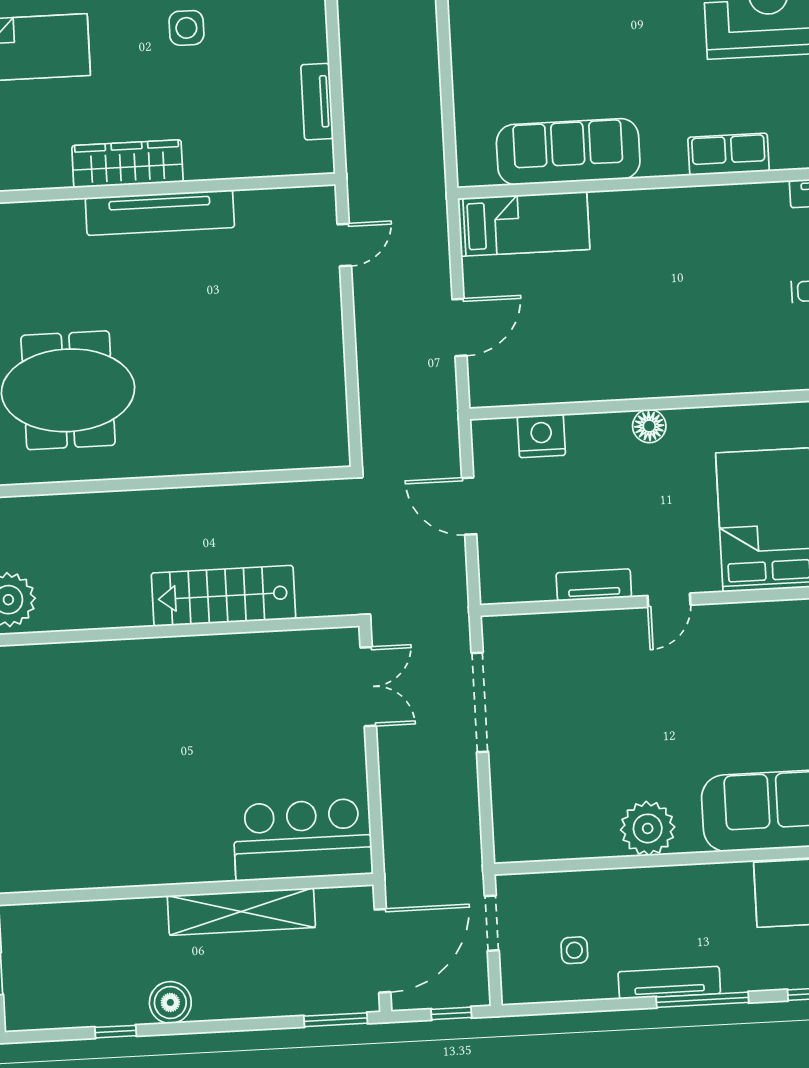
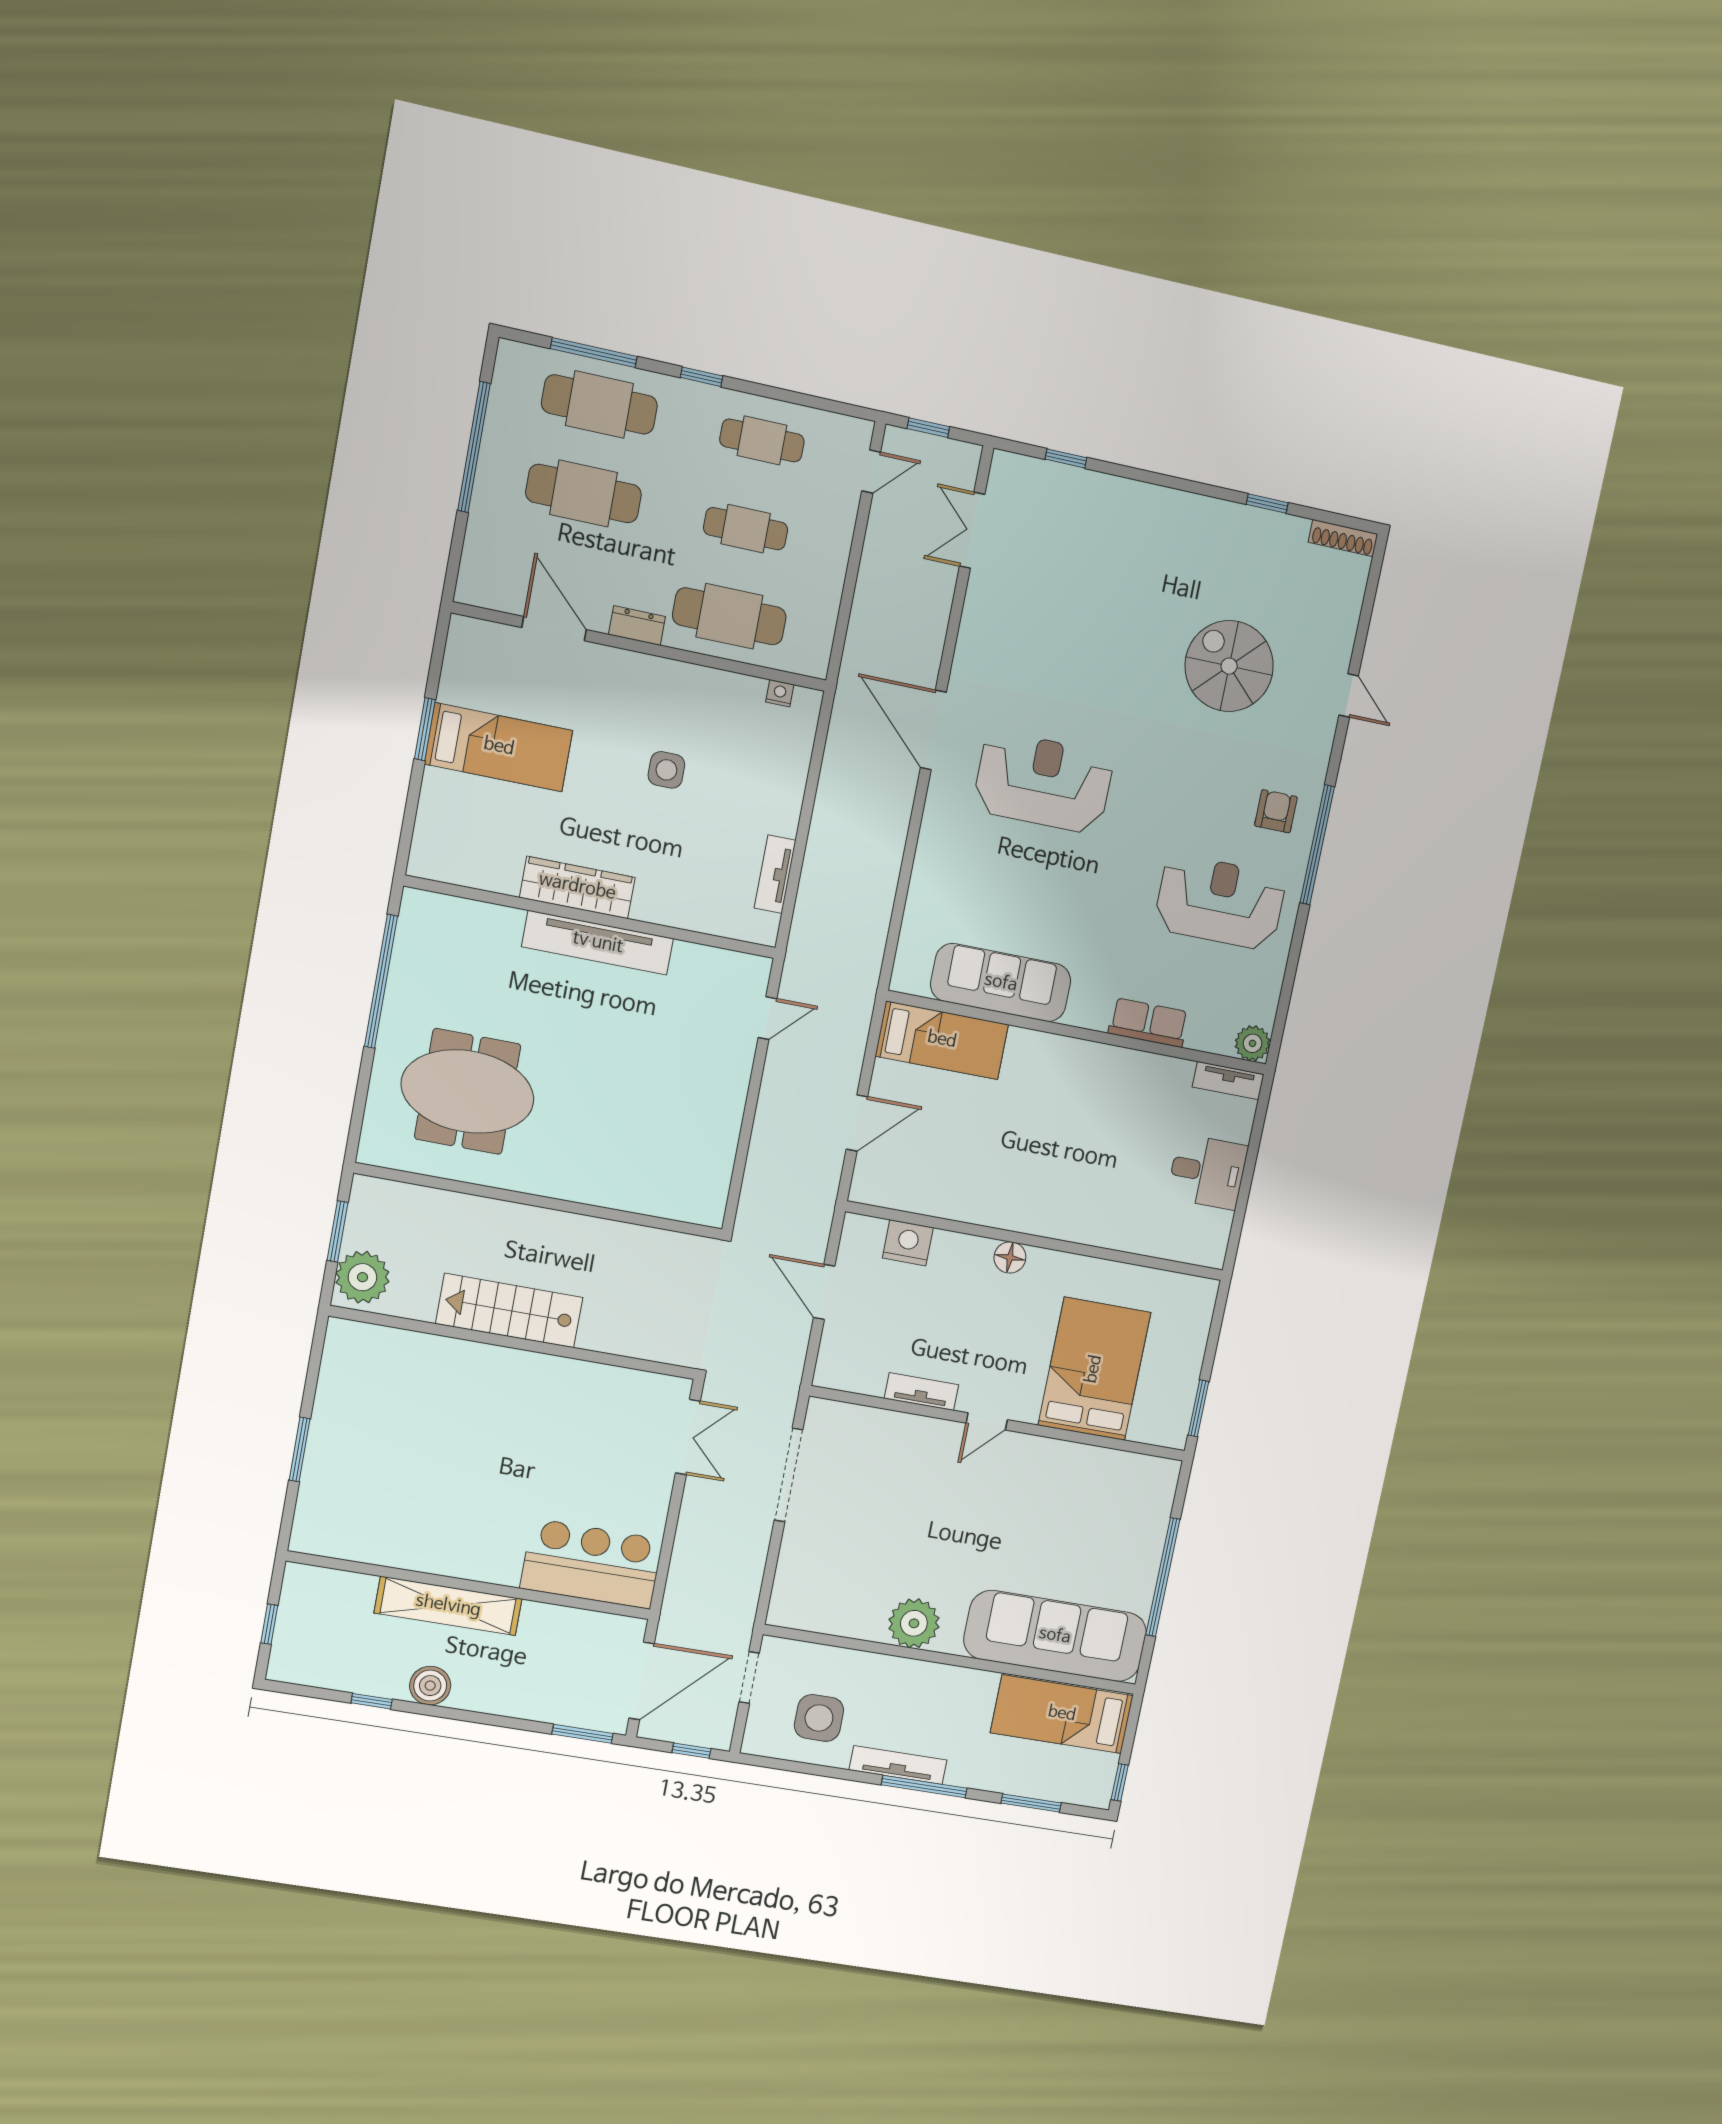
stairs: (224, 596) -> (509, 1311), moved
shelving: (241, 912) -> (448, 1606), moved
side table: (574, 950) -> (819, 1718), width x1.87, depth x1.87

